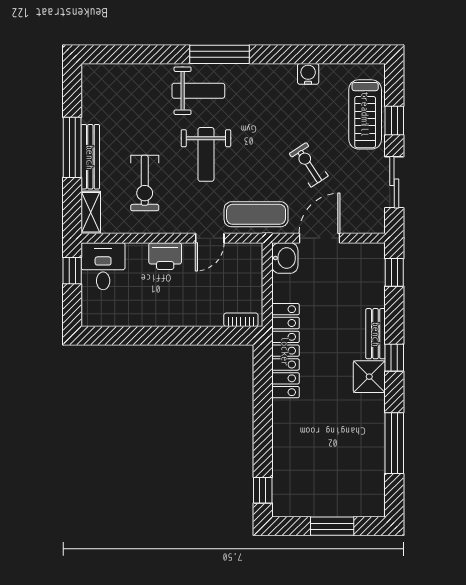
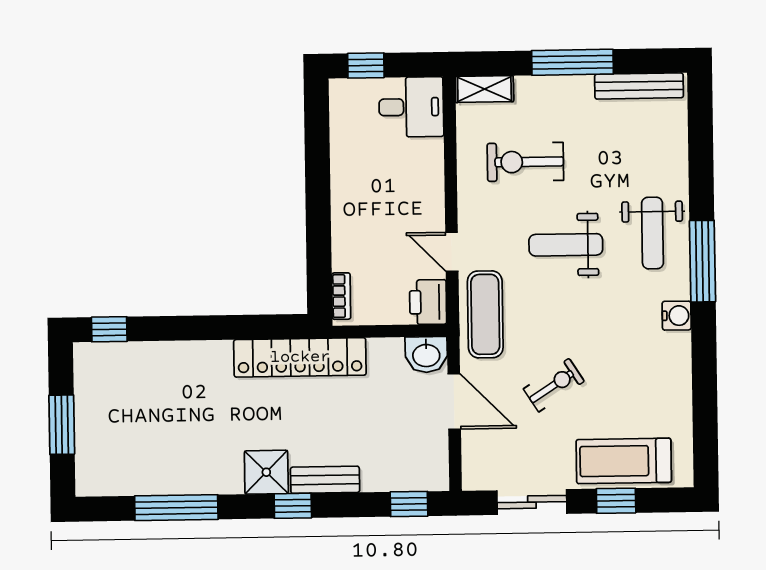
water cooler: (308, 74) -> (677, 316), moved
bench: (90, 157) -> (639, 86), moved
printer: (165, 256) -> (428, 302), moved
window: (72, 271) -> (366, 65), moved

